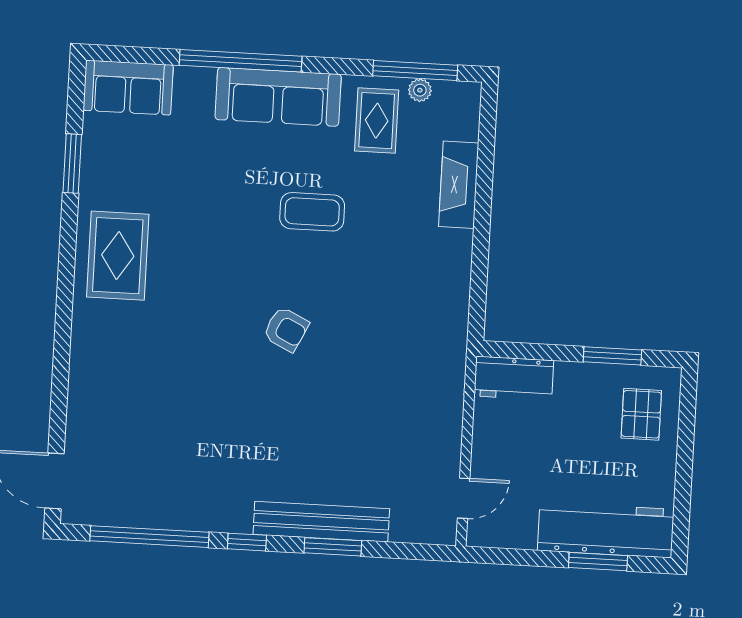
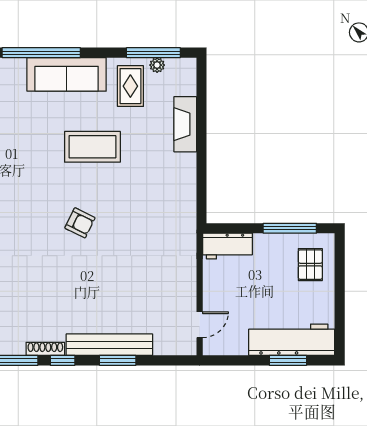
coffee table: (312, 212) -> (92, 147), width x1.36, depth x1.32
window: (612, 356) -> (290, 228), width x1.44
shoe rack: (221, 523) -> (45, 349), added

